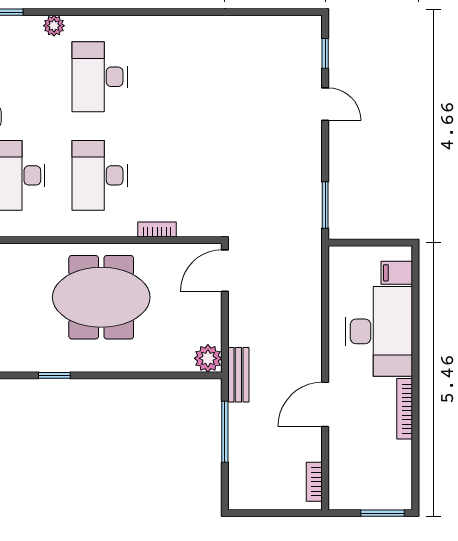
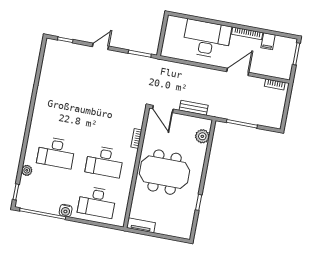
door: (325, 104) -> (100, 46), moved
filing cabinet: (397, 273) -> (268, 41), moved
meeting table: (101, 297) -> (165, 172), turned 90
plant: (208, 358) -> (202, 136), moved
bench: (238, 375) -> (194, 108), moved
door: (325, 404) -> (238, 72), swing flipped

